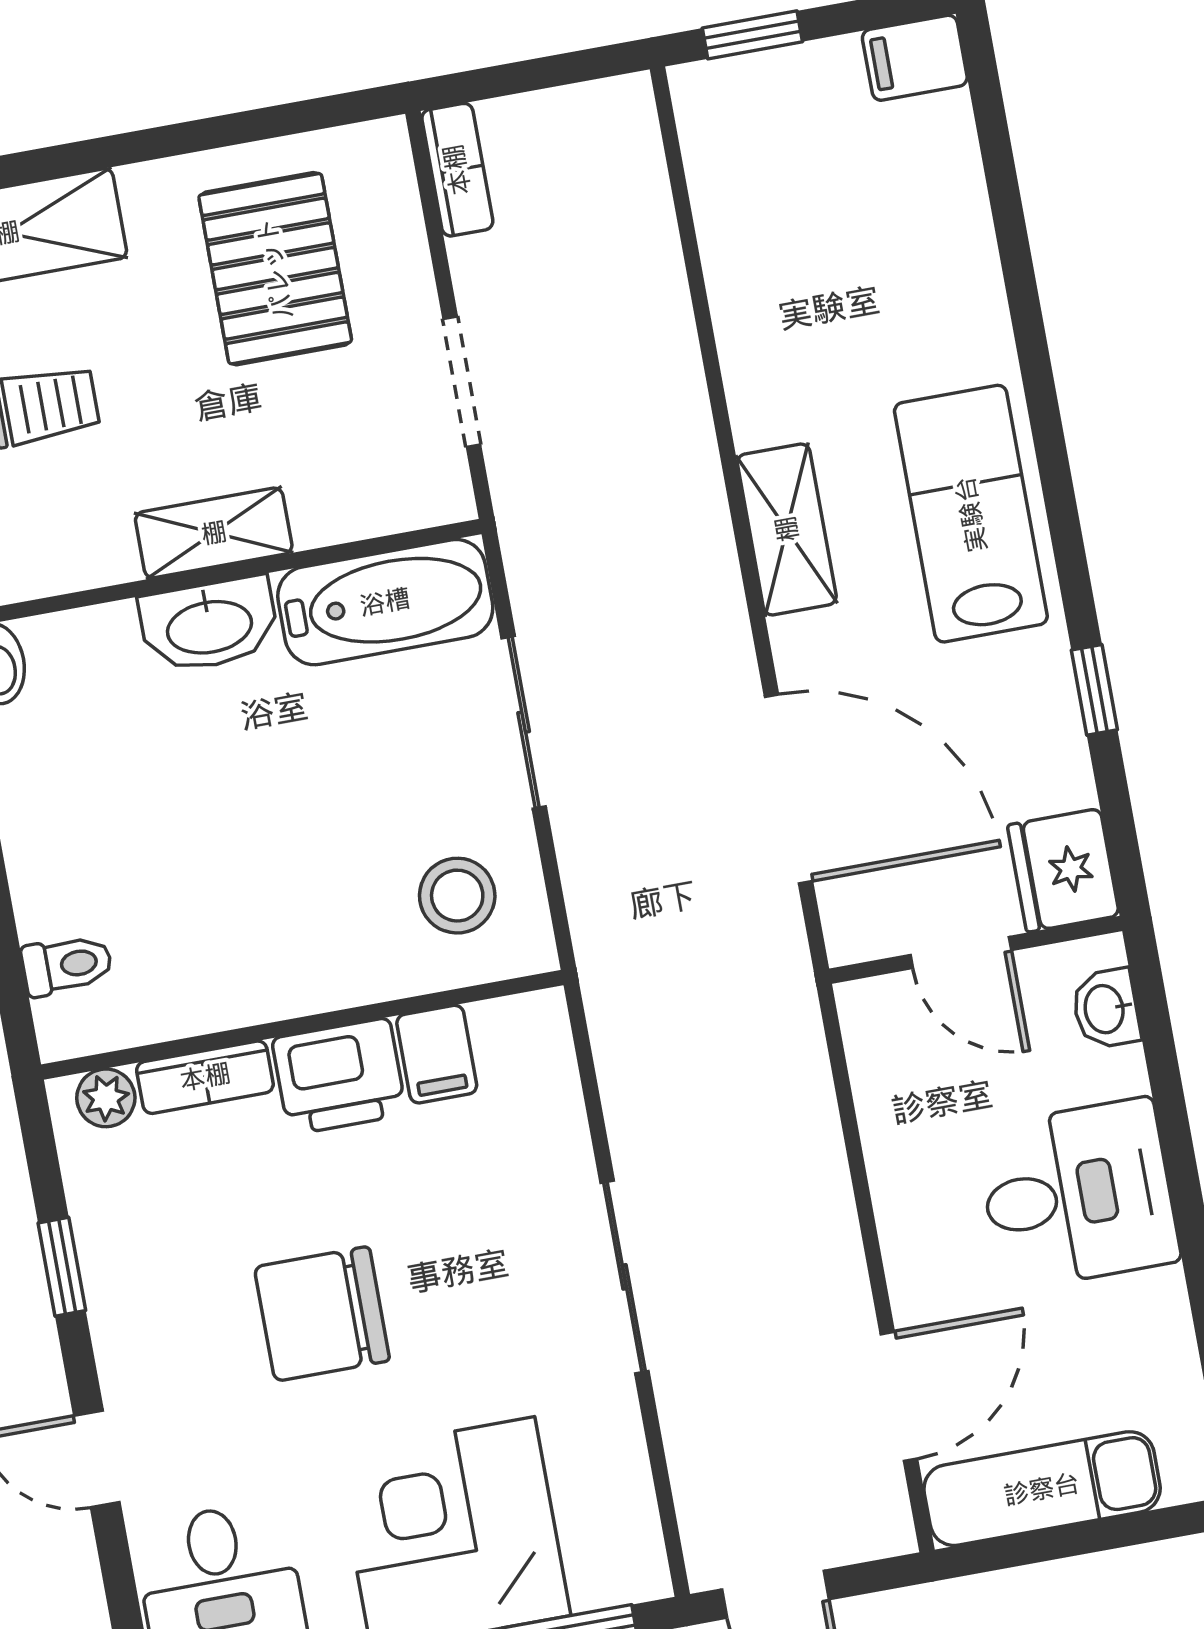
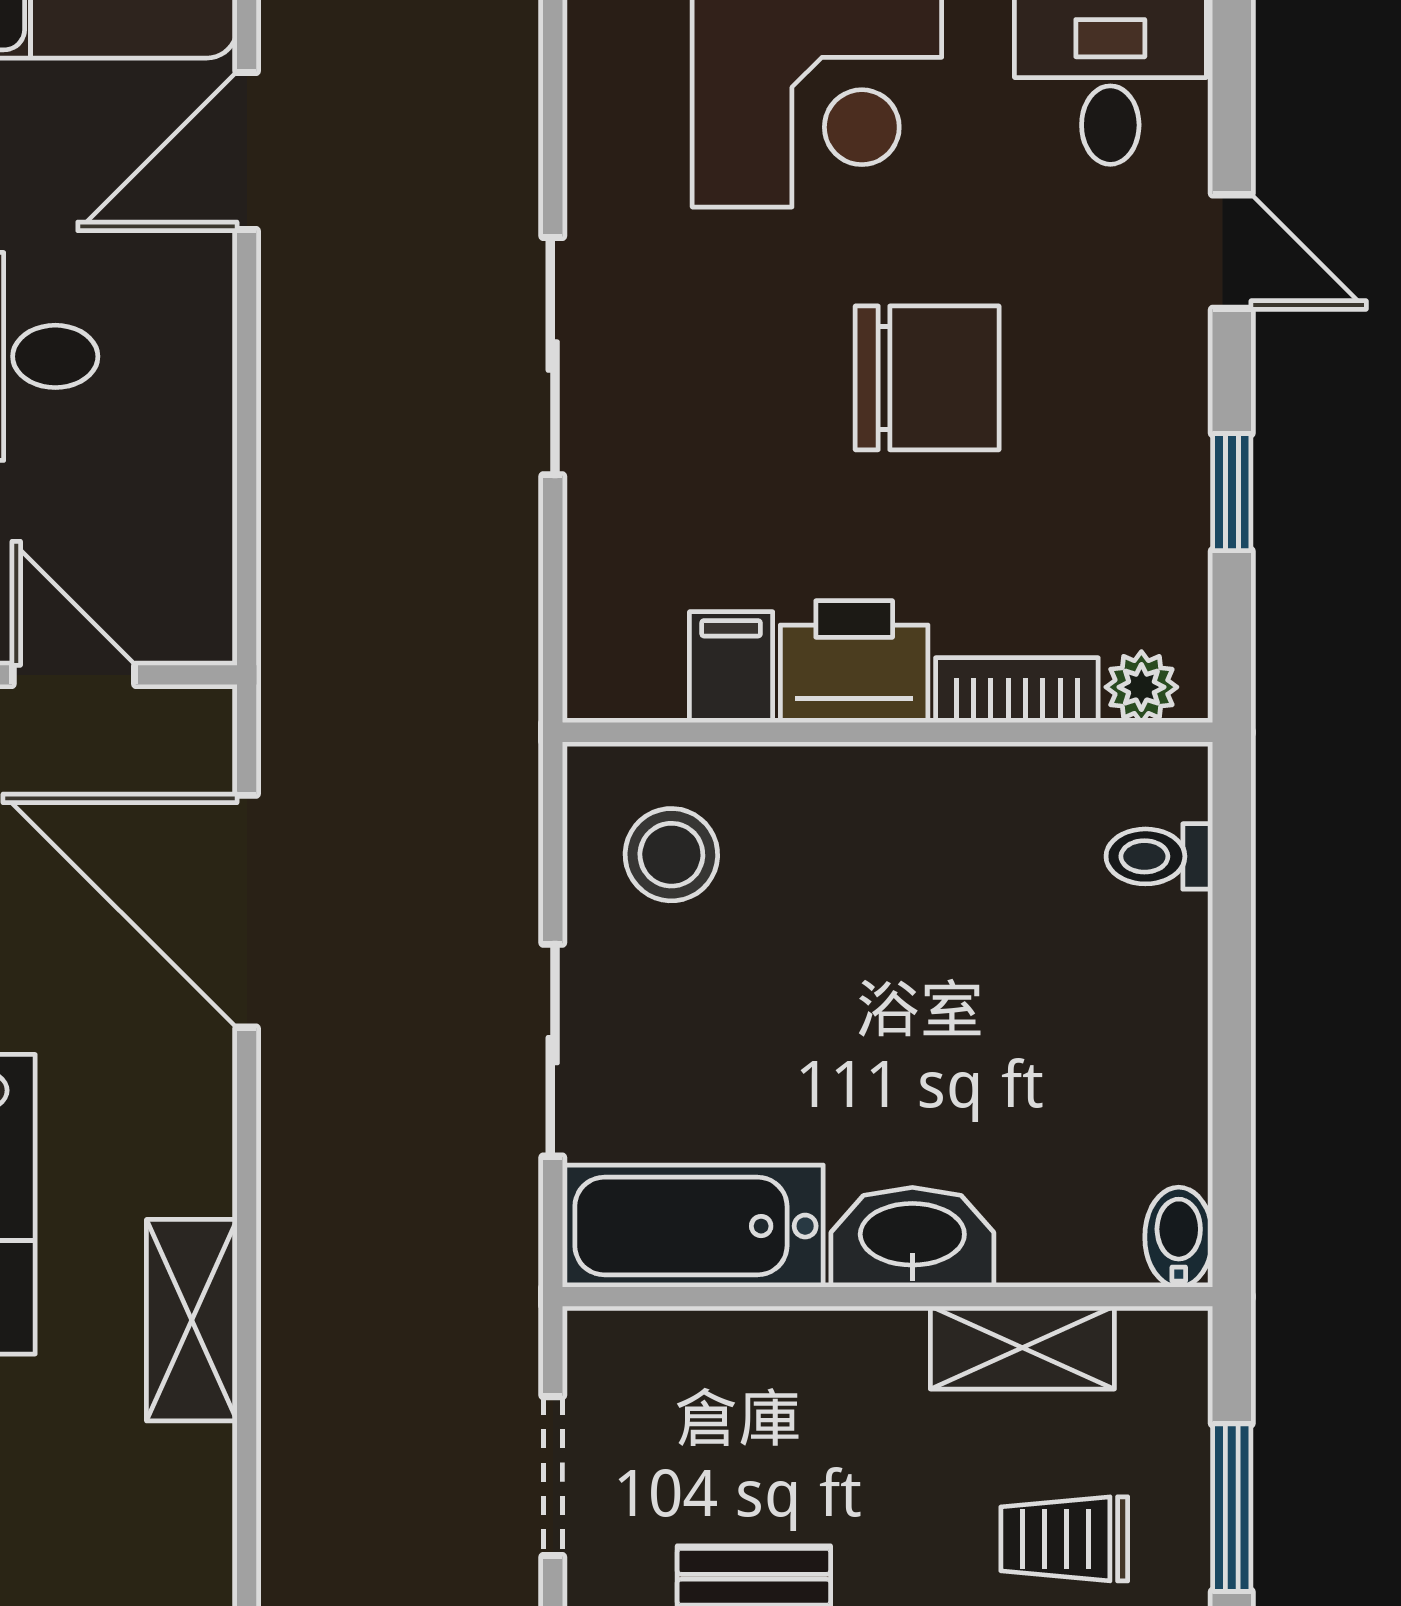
shelving: (787, 529) -> (192, 1320), moved
shelving: (214, 533) -> (1022, 1348), moved

